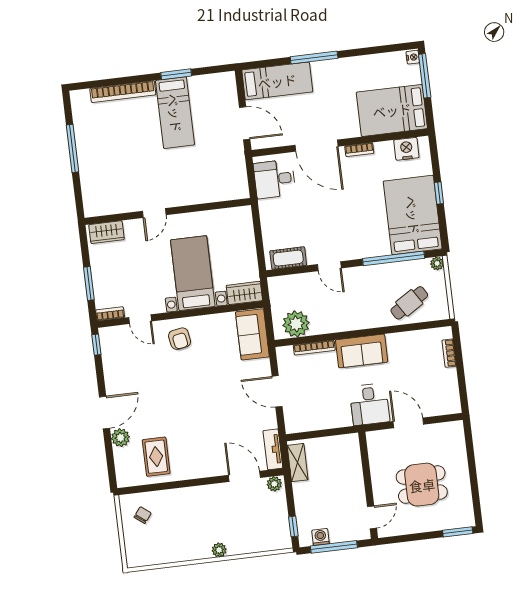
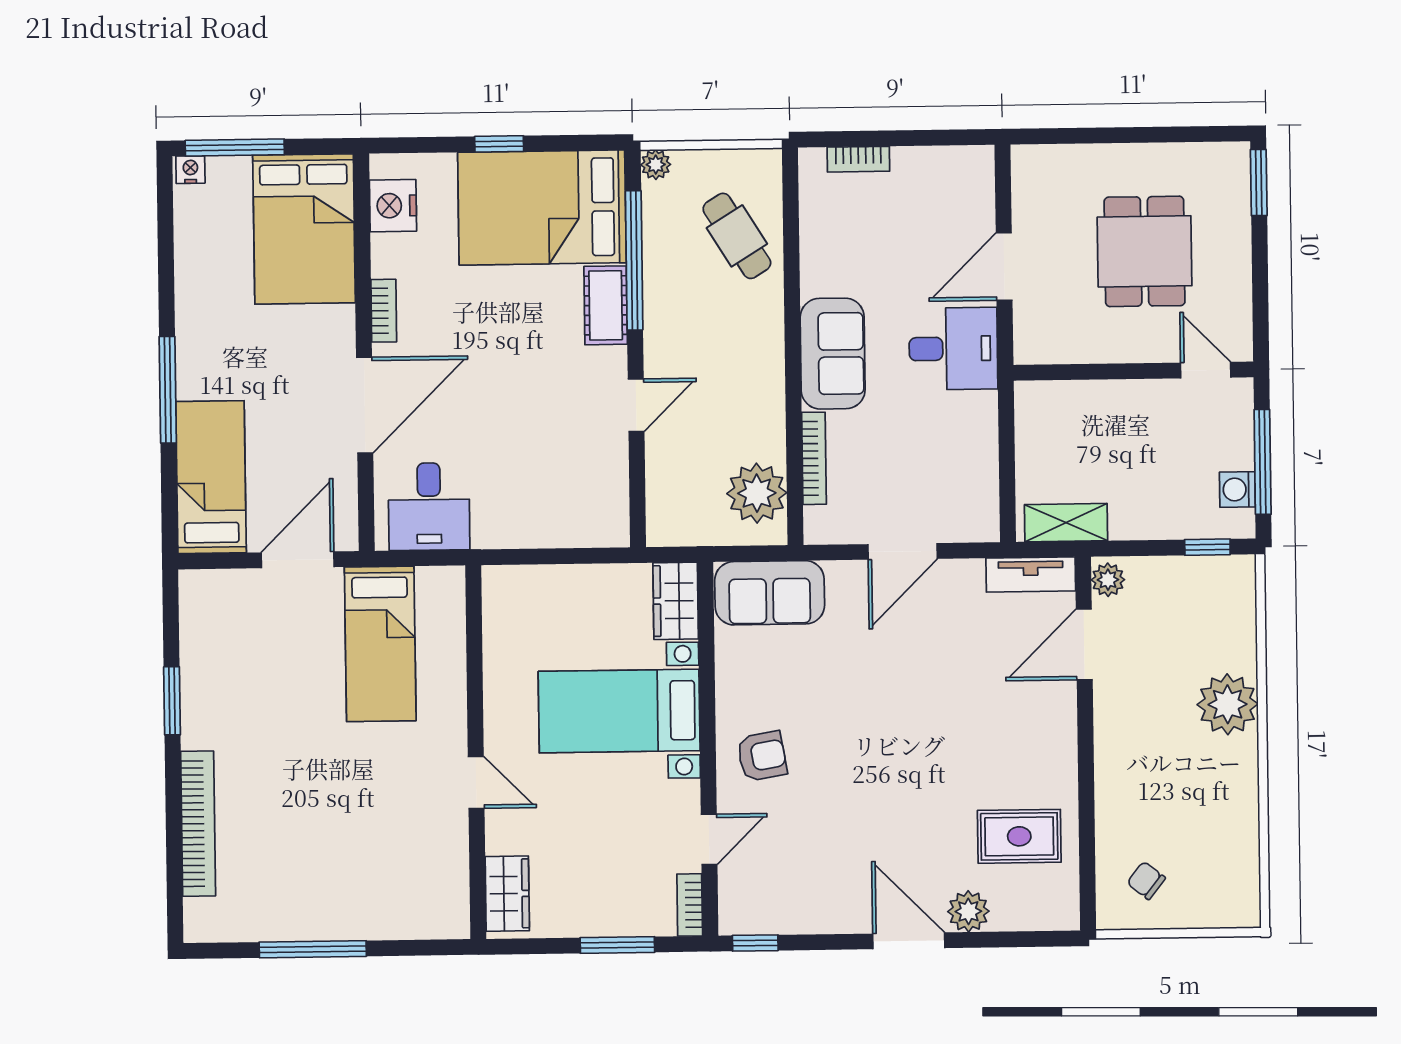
bed: (175, 113) -> (380, 644), moved, turned 90
cot: (288, 258) -> (606, 305), moved
plant: (219, 550) -> (1228, 704), width x1.88, depth x1.88

